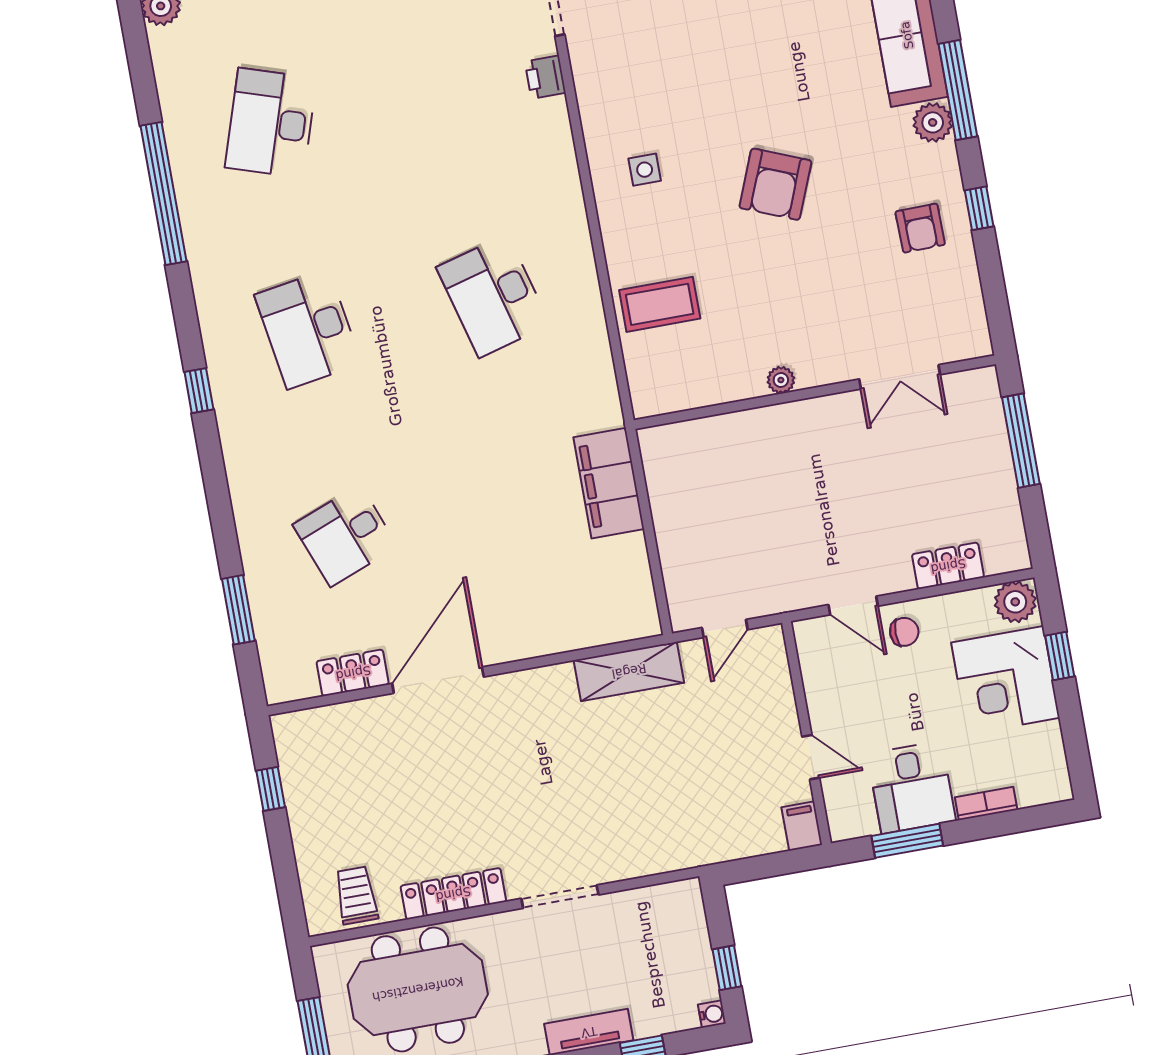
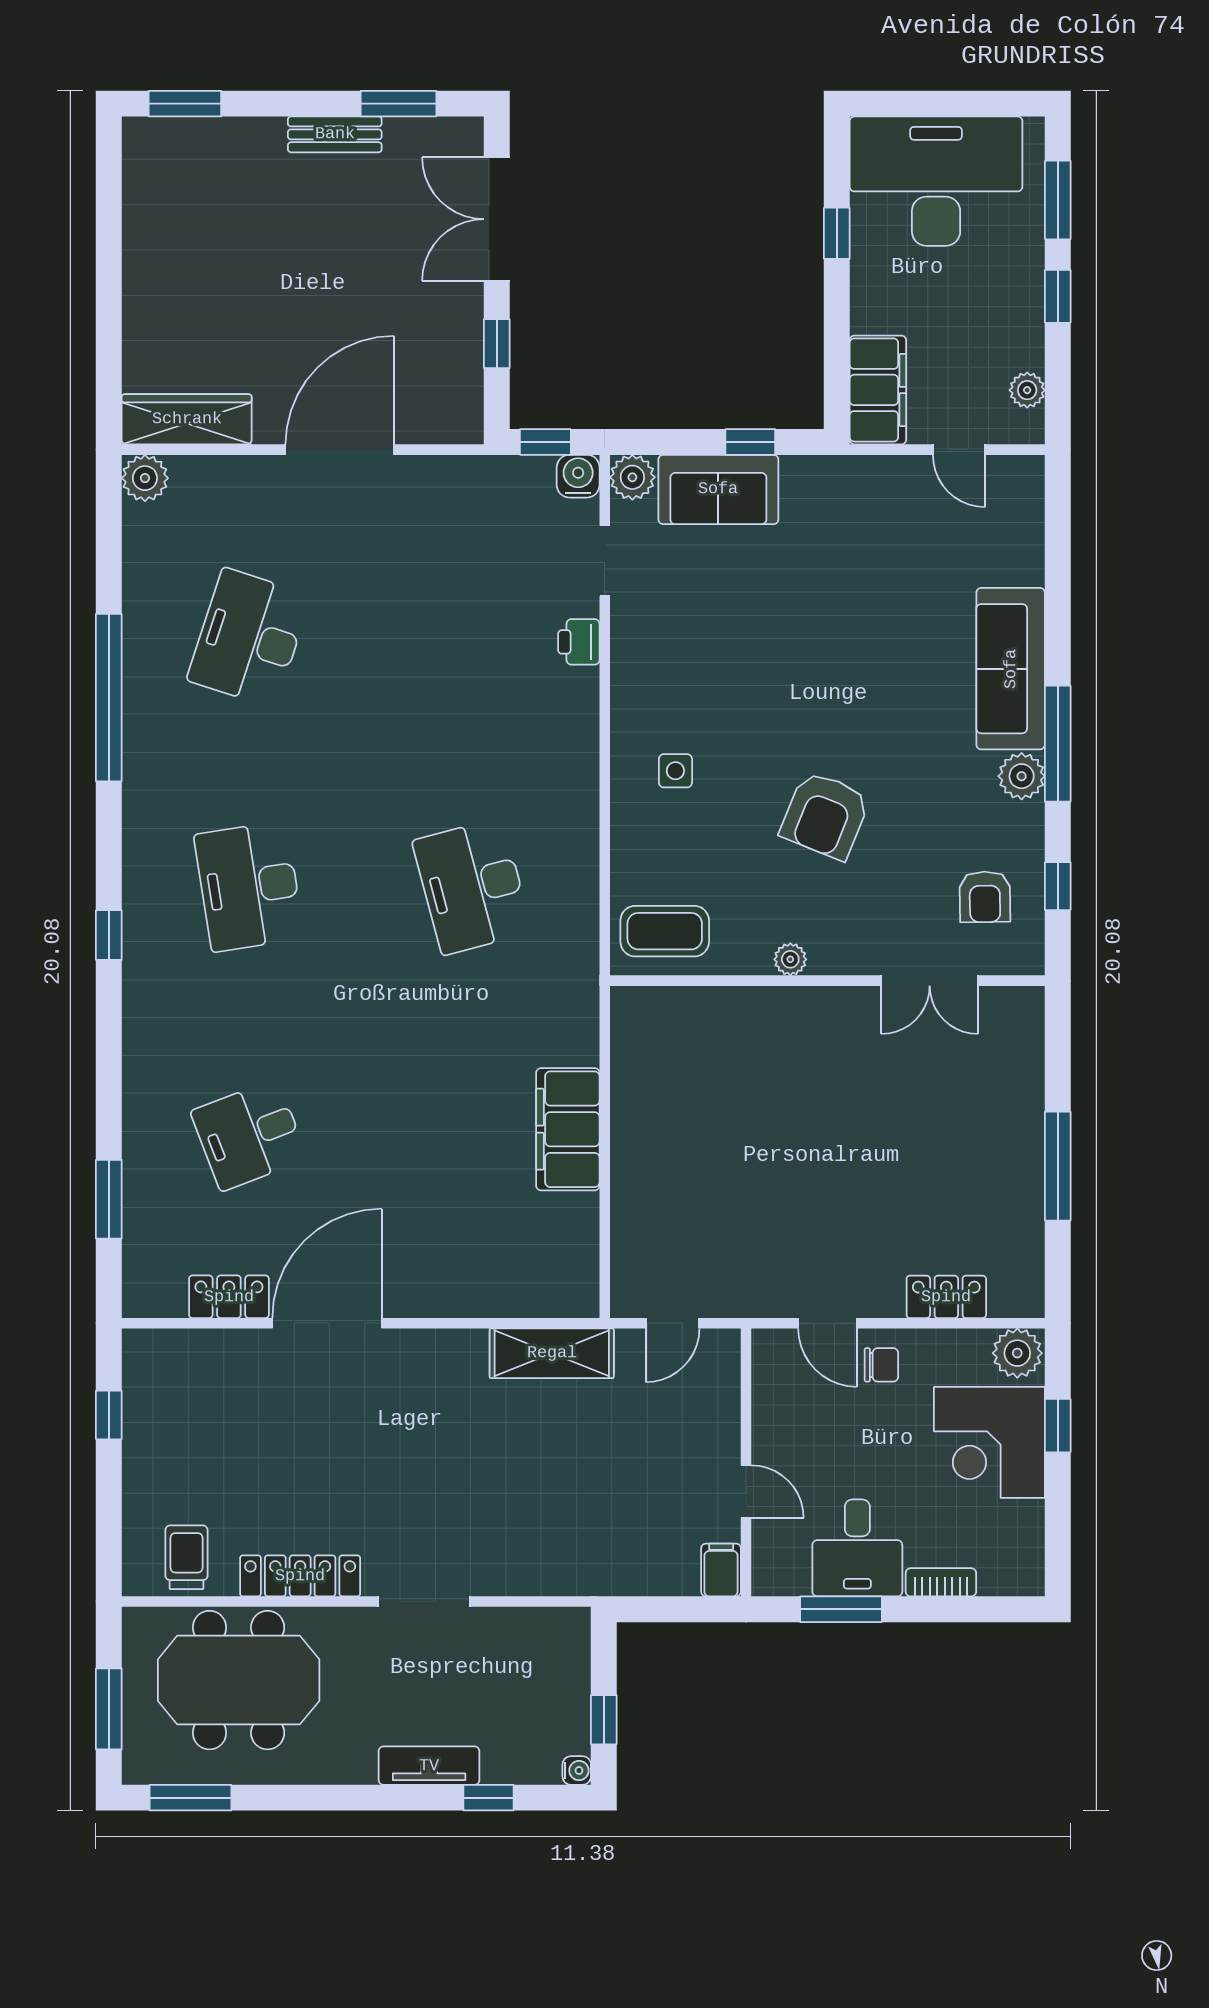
double door: (900, 377) -> (930, 981), moved
plant: (781, 380) -> (790, 959), moved
wall: (815, 392) -> (827, 981), moved

